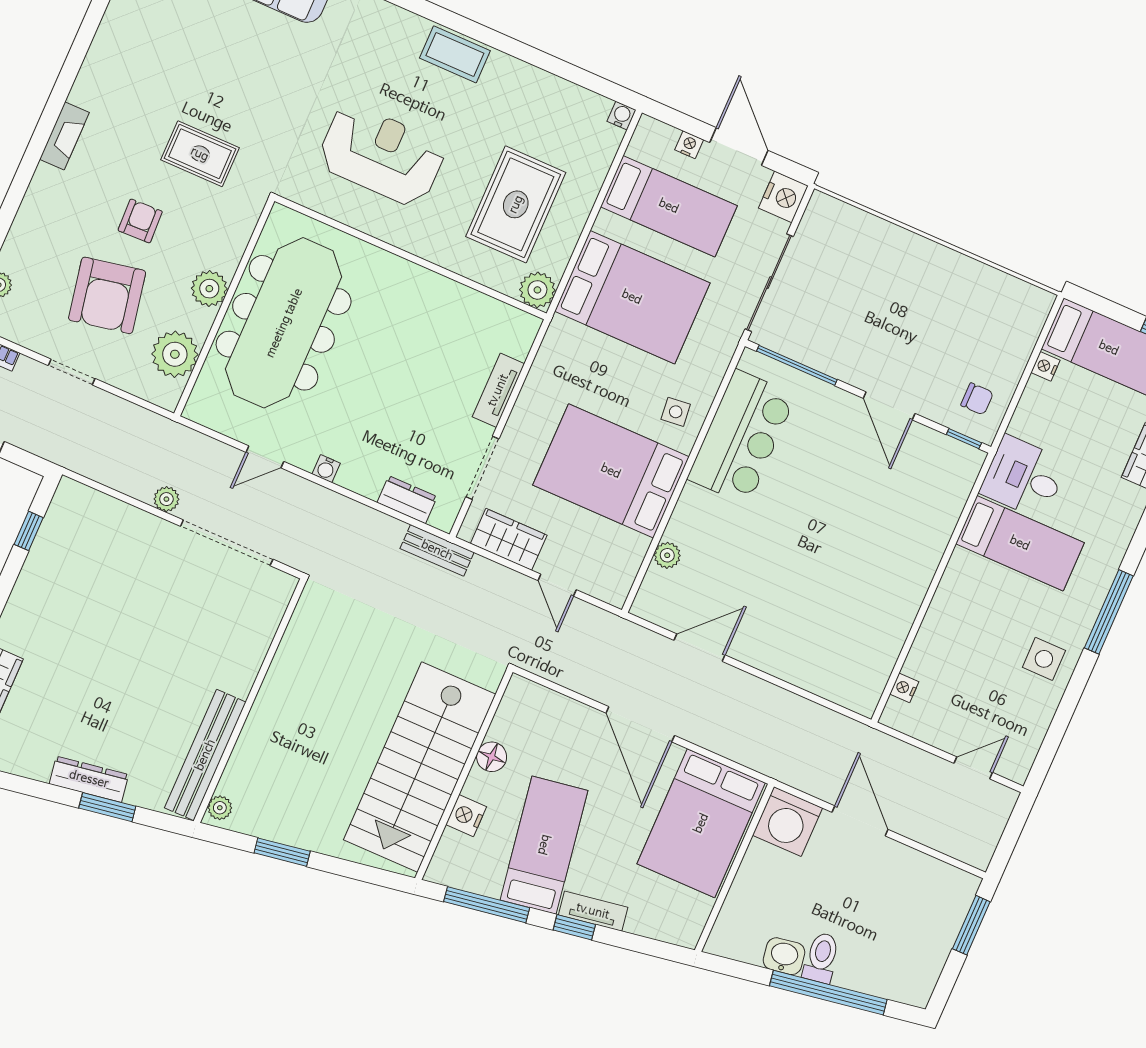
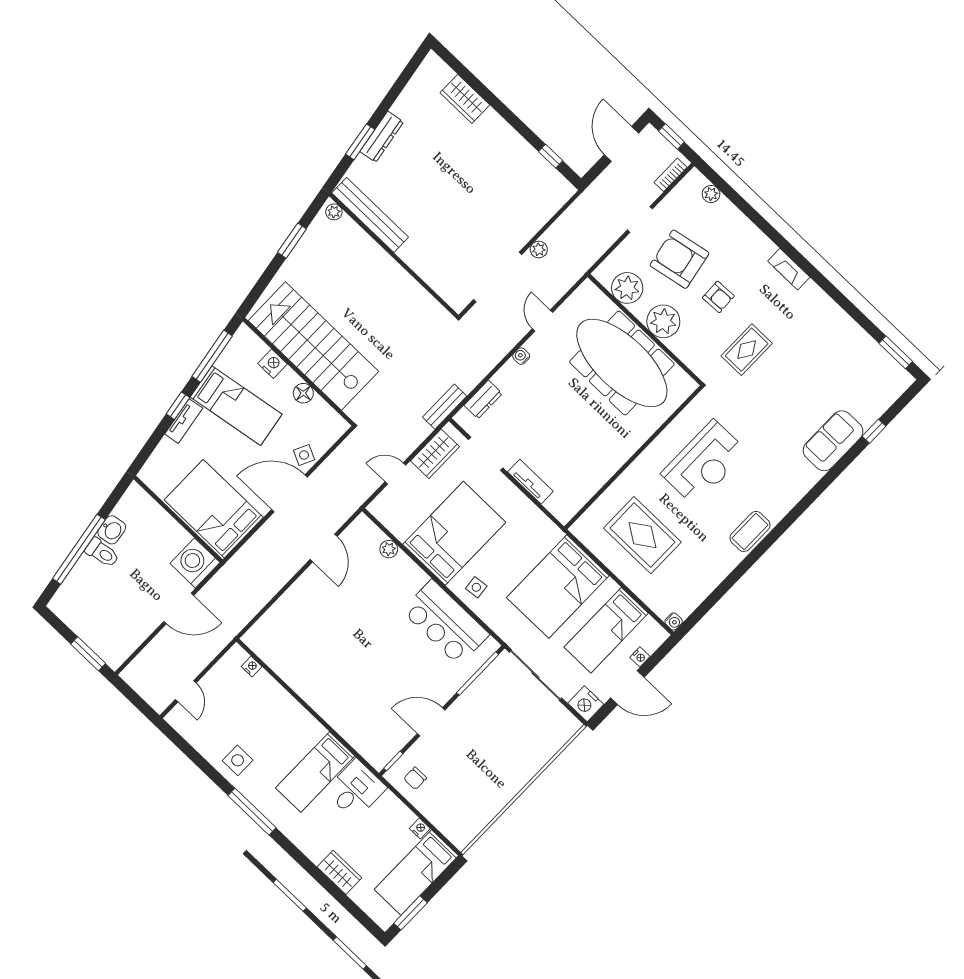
plant: (209, 289) -> (663, 321), width x1.36, depth x1.36
plant: (537, 290) -> (584, 529), removed
side table: (578, 724) -> (304, 455), added

